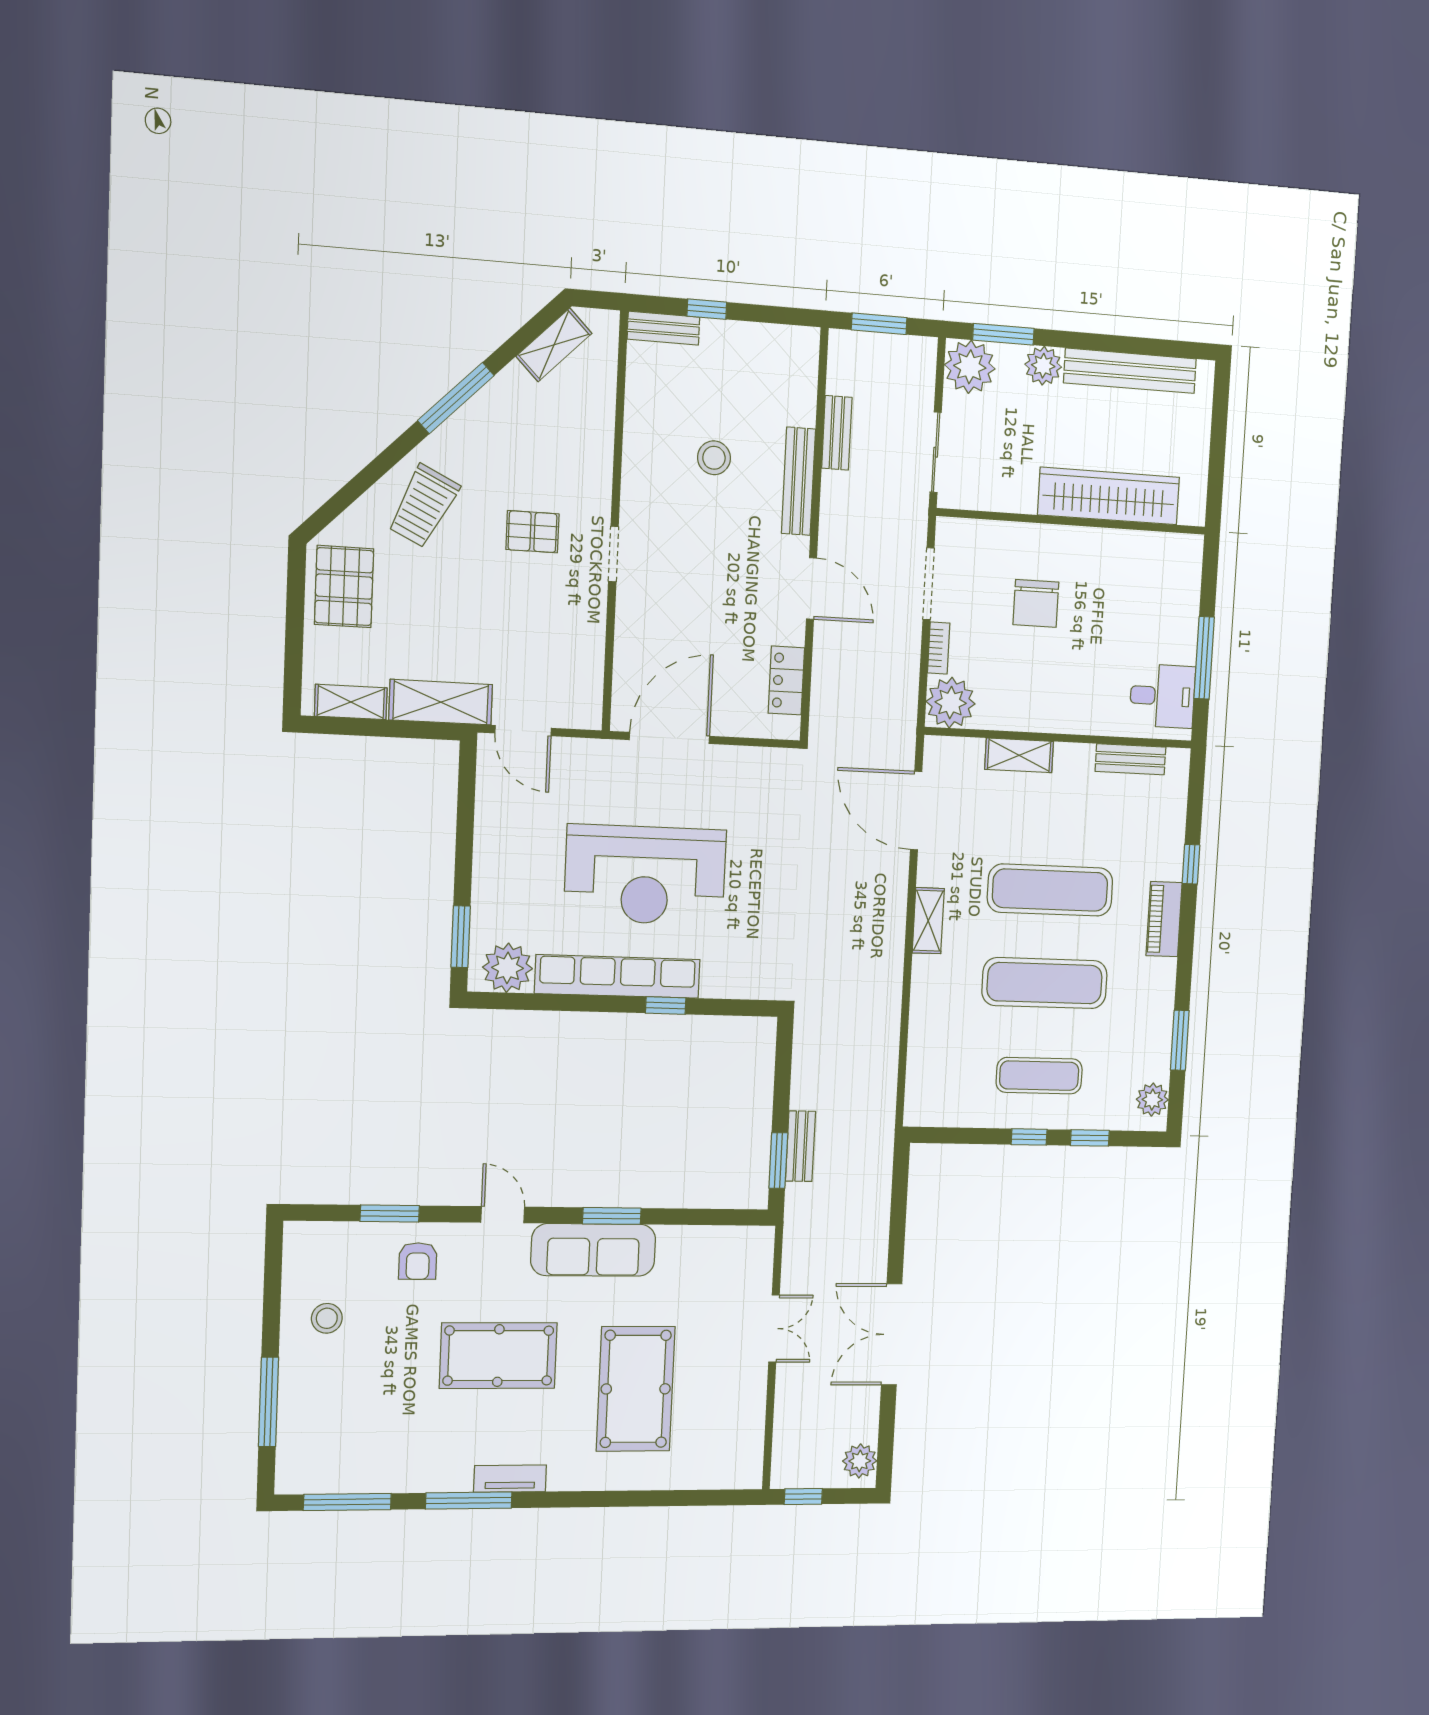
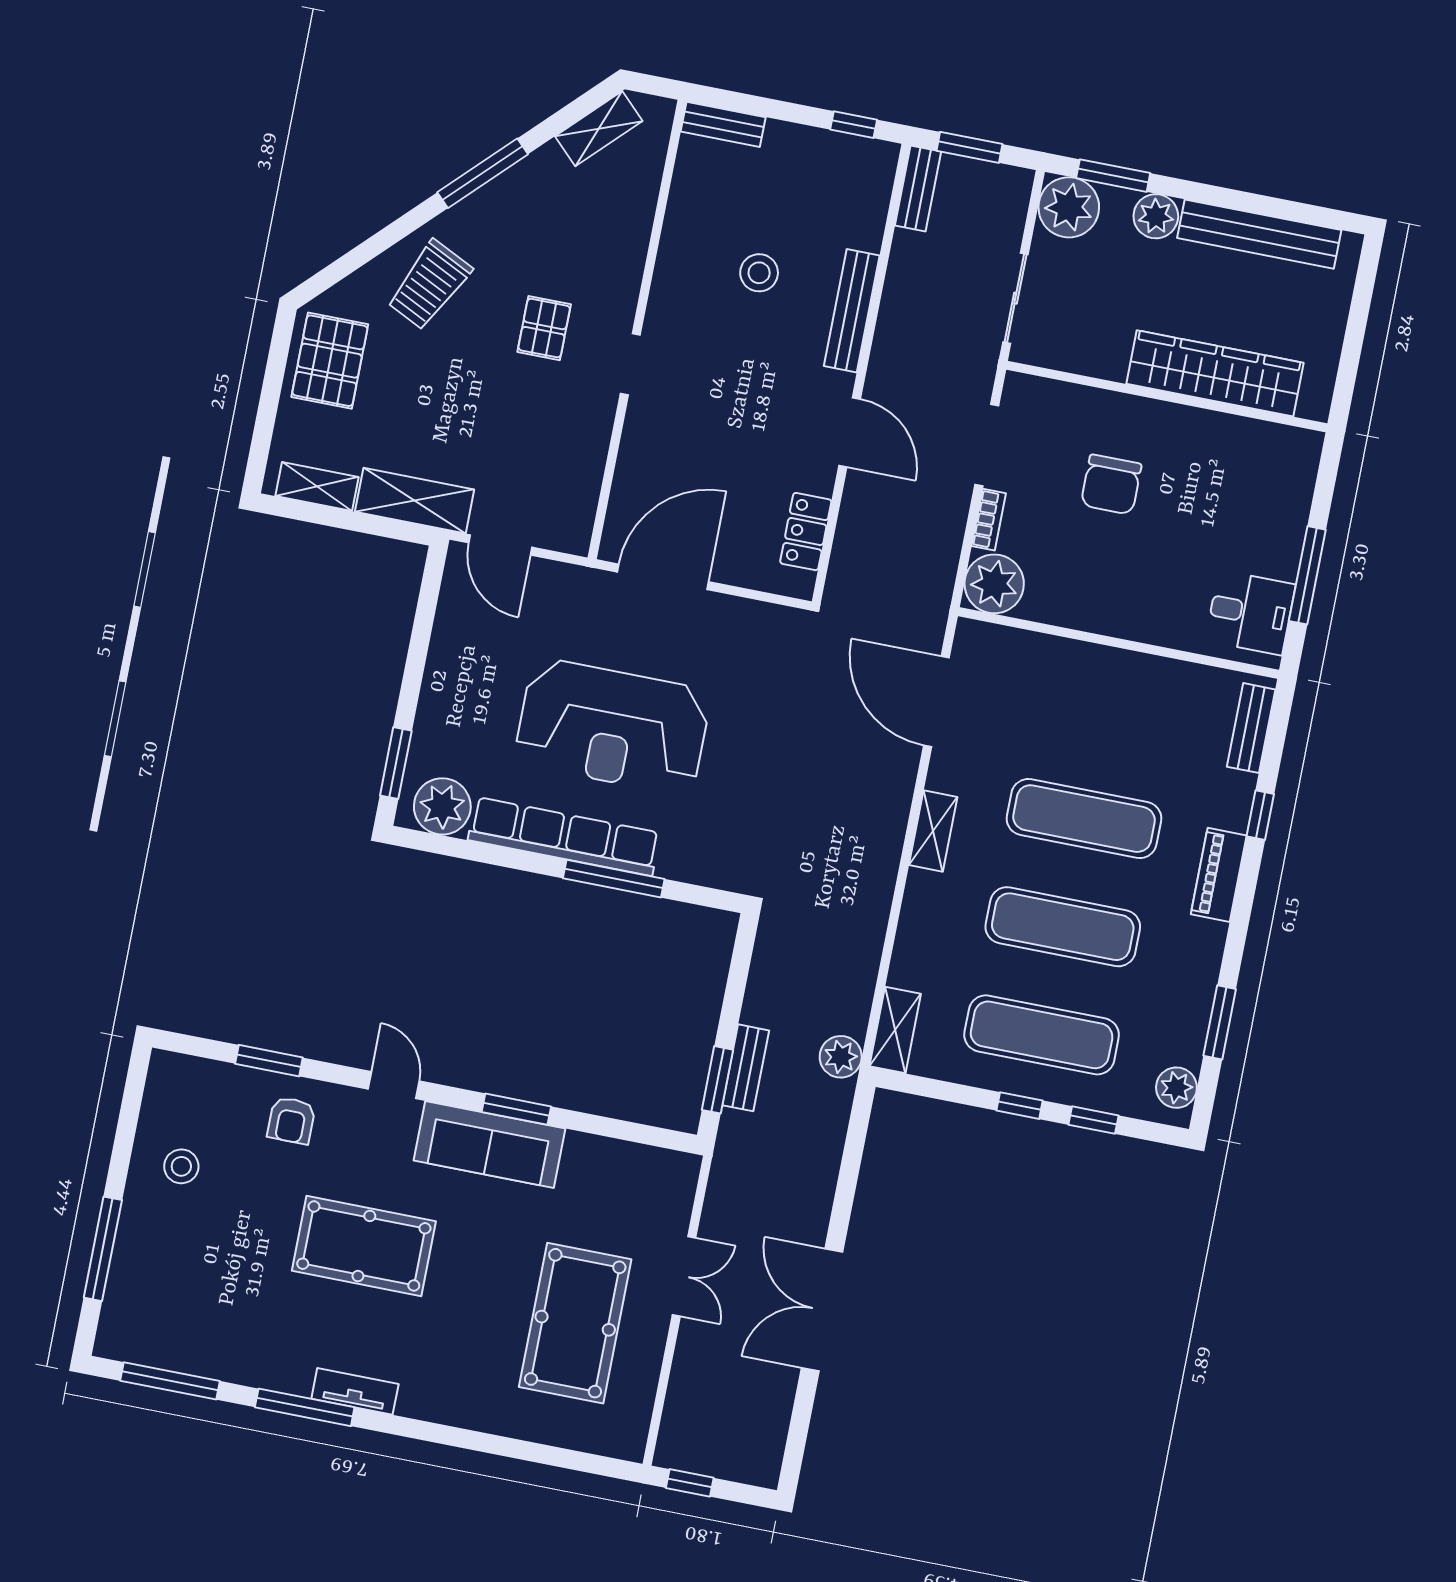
window: (707, 309) -> (854, 125), moved
bench: (837, 433) -> (918, 189), moved
pallet: (532, 532) -> (544, 328), turned 90
shelving: (1019, 755) -> (895, 1030), moved, turned 90
bench: (1131, 759) -> (1251, 728), moved, turned 90
window: (666, 1006) -> (614, 879), width x2.17
exercise mat: (1039, 1076) -> (1042, 1035), width x1.36, depth x1.45
pool table: (636, 1389) -> (575, 1323), moved
plant: (860, 1461) -> (841, 1057), moved

